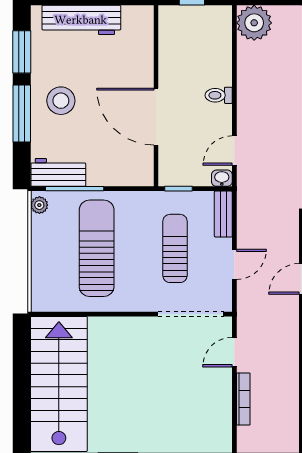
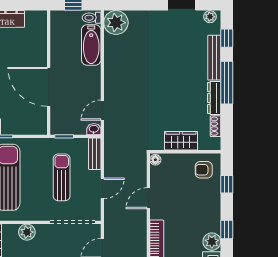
bathtub: (218, 56) -> (91, 45), added
toilet: (219, 95) -> (92, 18), moved
plant: (124, 328) -> (27, 232), added

